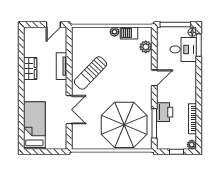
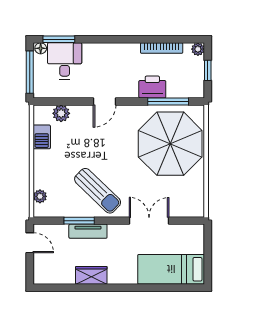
plant: (115, 32) -> (40, 196), moved
window: (69, 60) -> (79, 221), added
door: (154, 78) -> (105, 101), swing flipped

